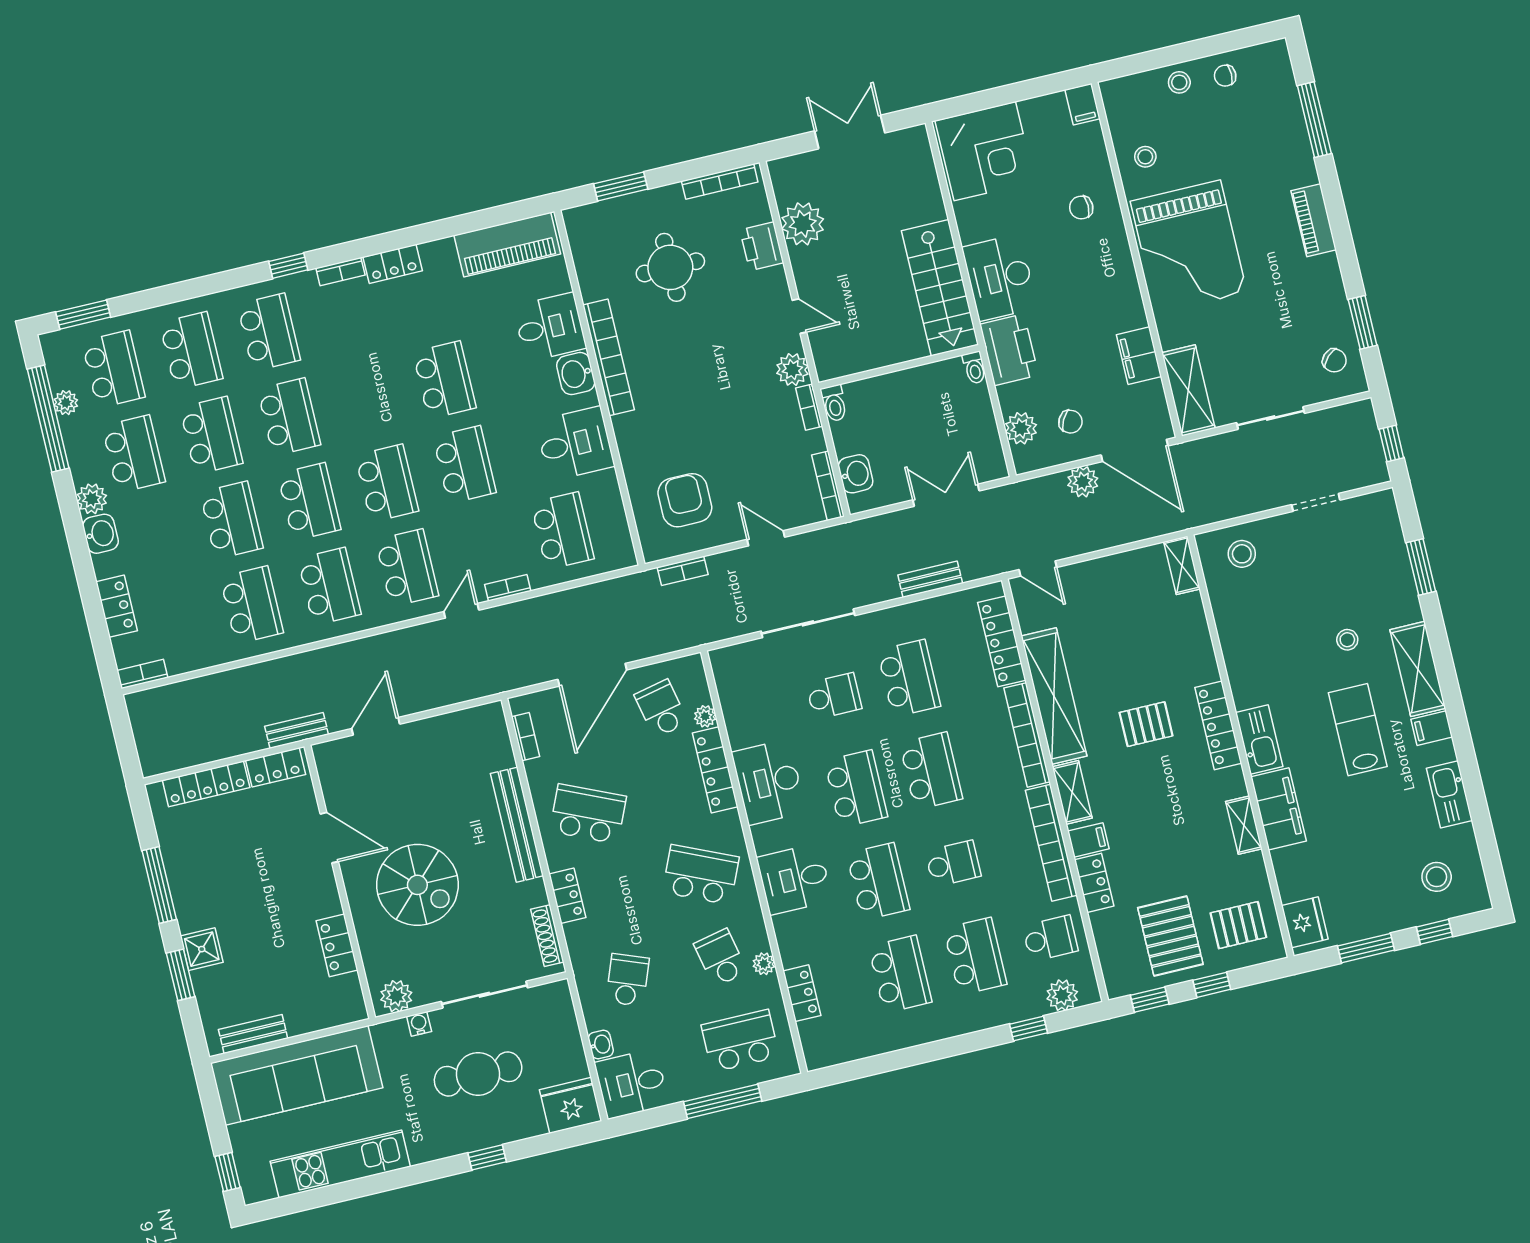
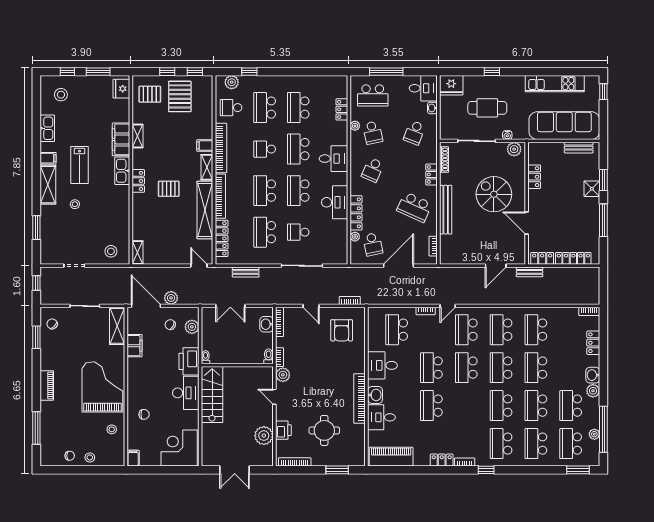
locker: (1218, 725) -> (138, 181), width x0.66
school desk: (701, 875) -> (373, 170), width x0.54
locker: (1094, 883) -> (207, 127), removed

